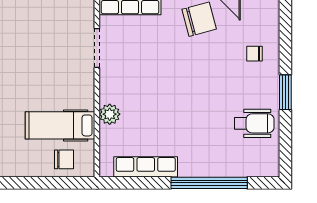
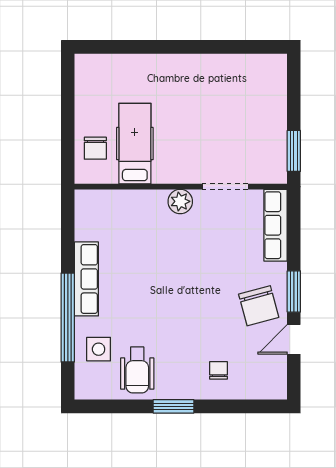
plant: (110, 114) -> (180, 201), moved
side table: (236, 157) -> (99, 349), added
row of seats: (146, 167) -> (86, 279), moved

